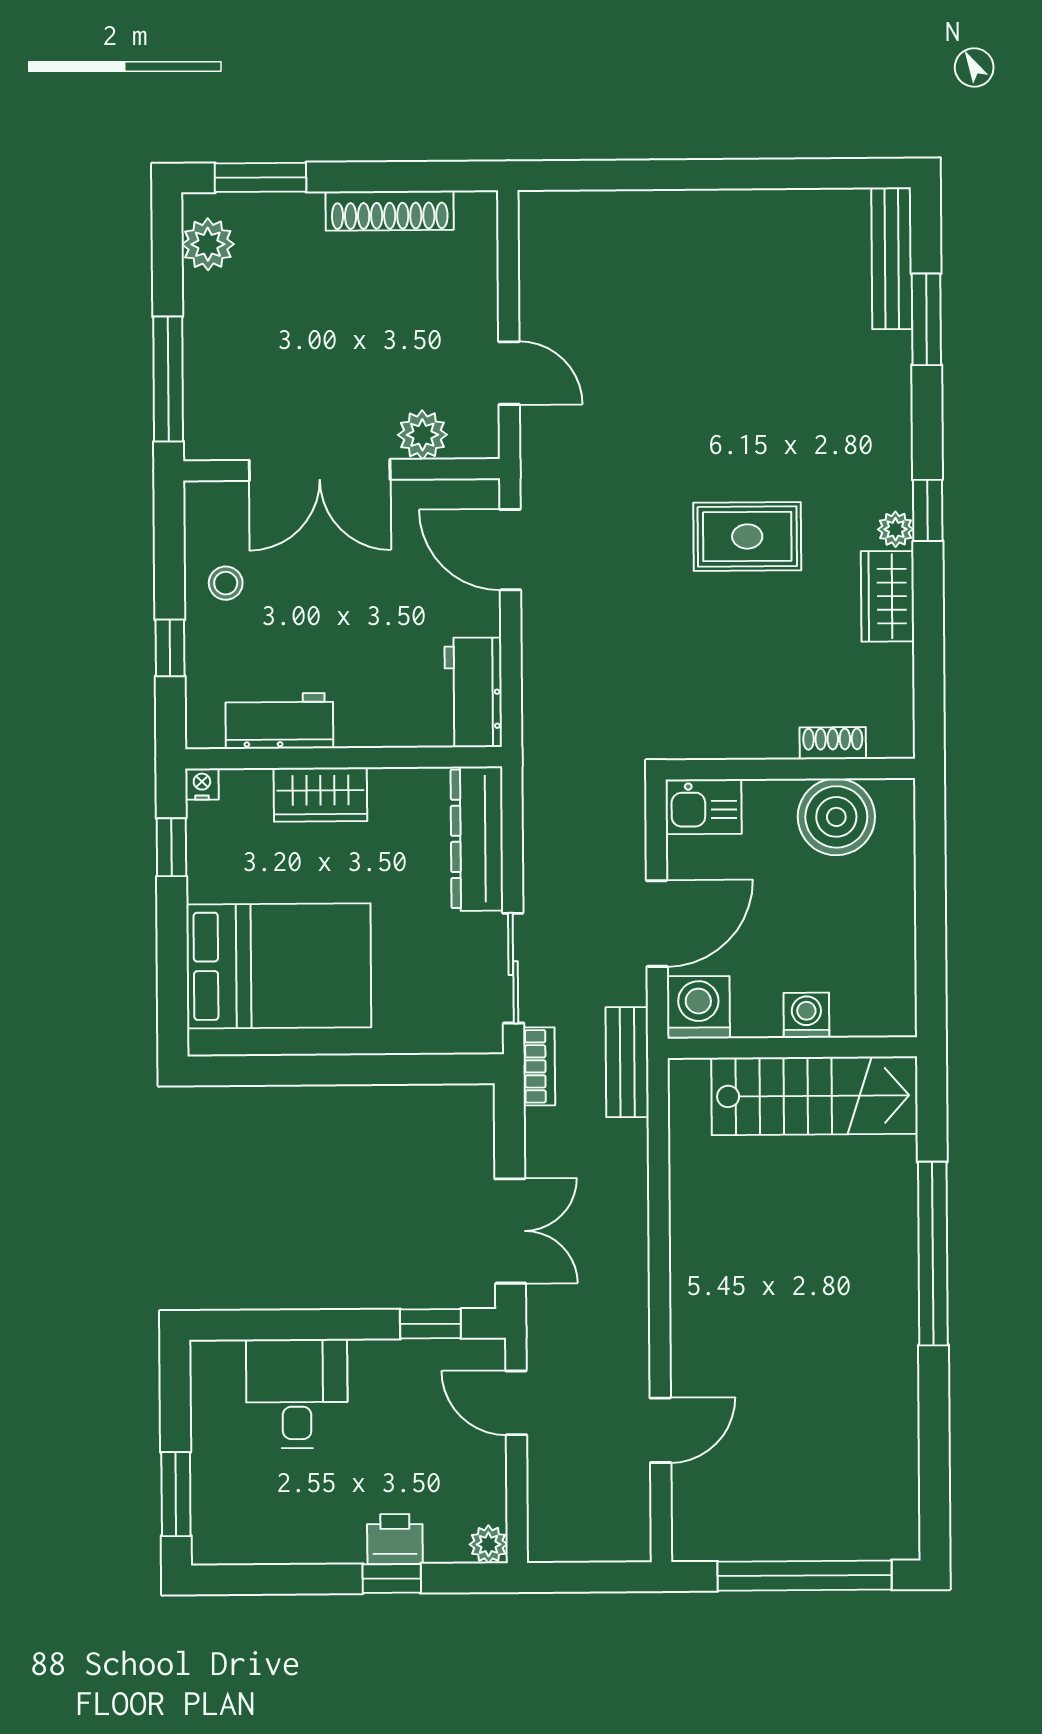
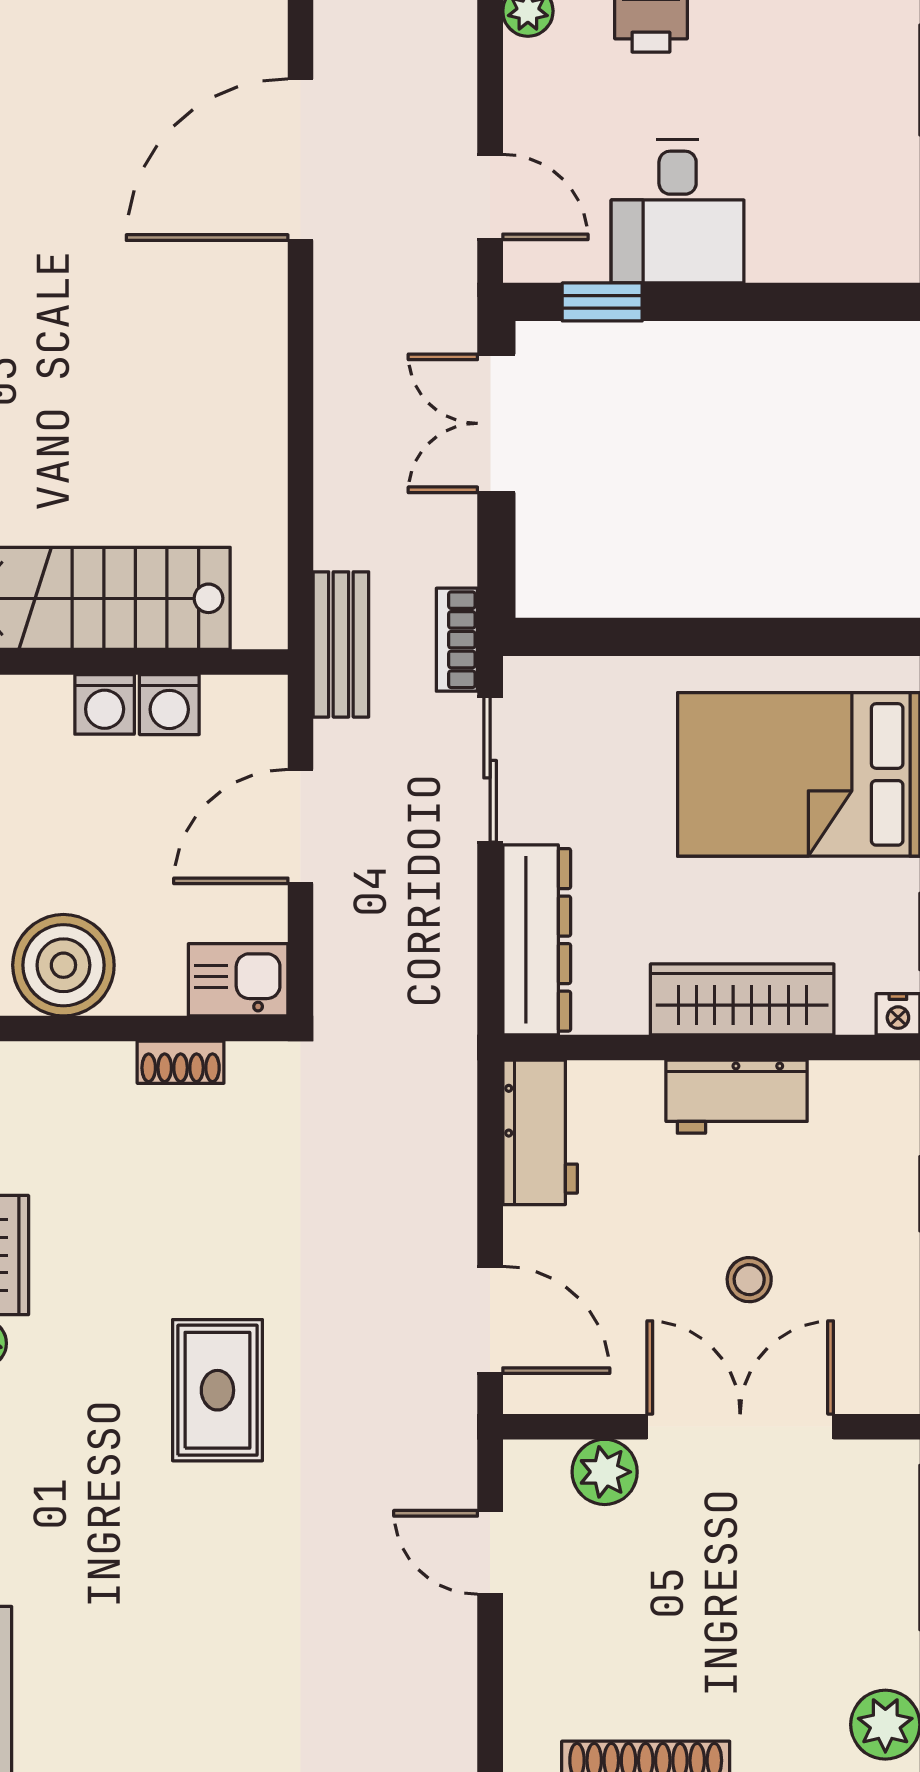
rug: (747, 536) -> (217, 1390), moved, turned 90
stool: (226, 583) -> (749, 1280), moved
workbench: (279, 721) -> (737, 1097), moved
shoe rack: (833, 743) -> (181, 1062), moved
wardrobe: (320, 795) -> (742, 999), width x1.50
washing machine: (698, 1007) -> (169, 705), moved, width x0.73, depth x0.73
desk: (297, 1394) -> (678, 211), moved
door: (660, 1430) -> (301, 160), width x1.87

